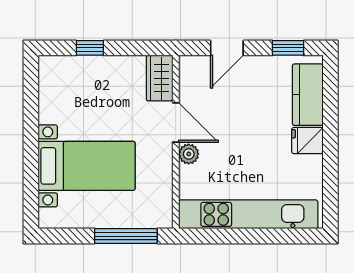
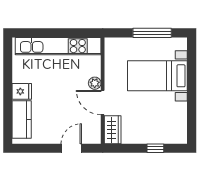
window: (288, 48) -> (34, 148), removed
window: (126, 236) -> (152, 33), moved

